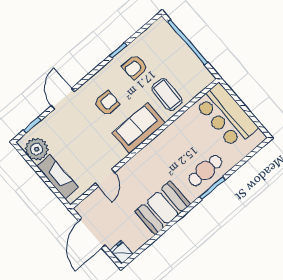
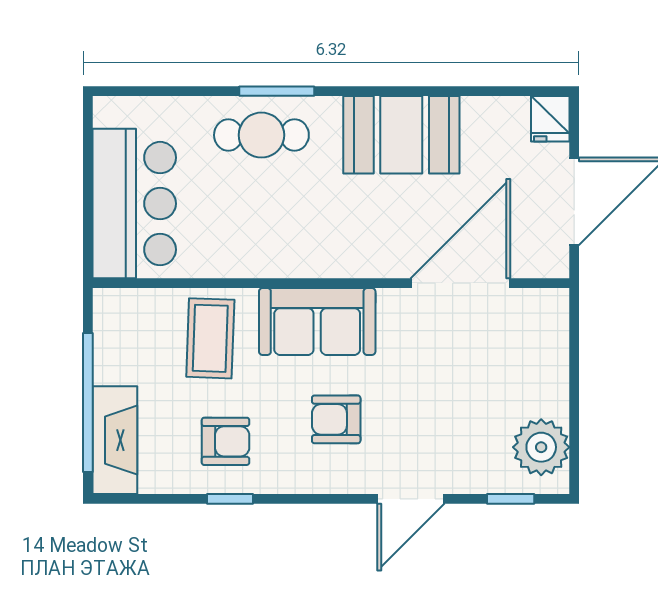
fireplace: (57, 177) -> (115, 440), moved, turned 180
door: (105, 178) -> (460, 283), width x1.87

